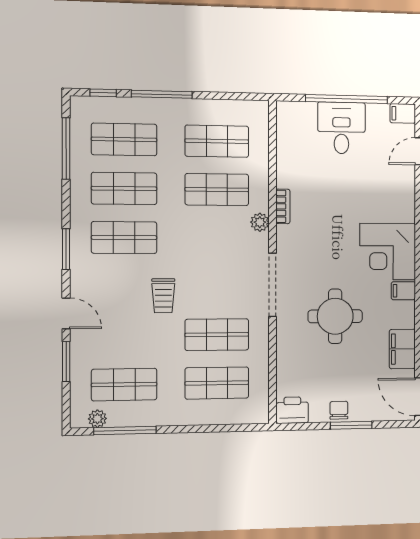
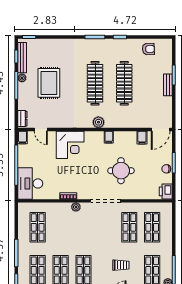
desk: (341, 128) -> (30, 183), moved, width x1.37
shop shelf: (217, 190) -> (61, 227), removed
corner desk: (388, 252) -> (70, 145), moved
trolley: (163, 296) -> (121, 265), moved
filing cabinet: (402, 349) -> (142, 138), width x0.50

